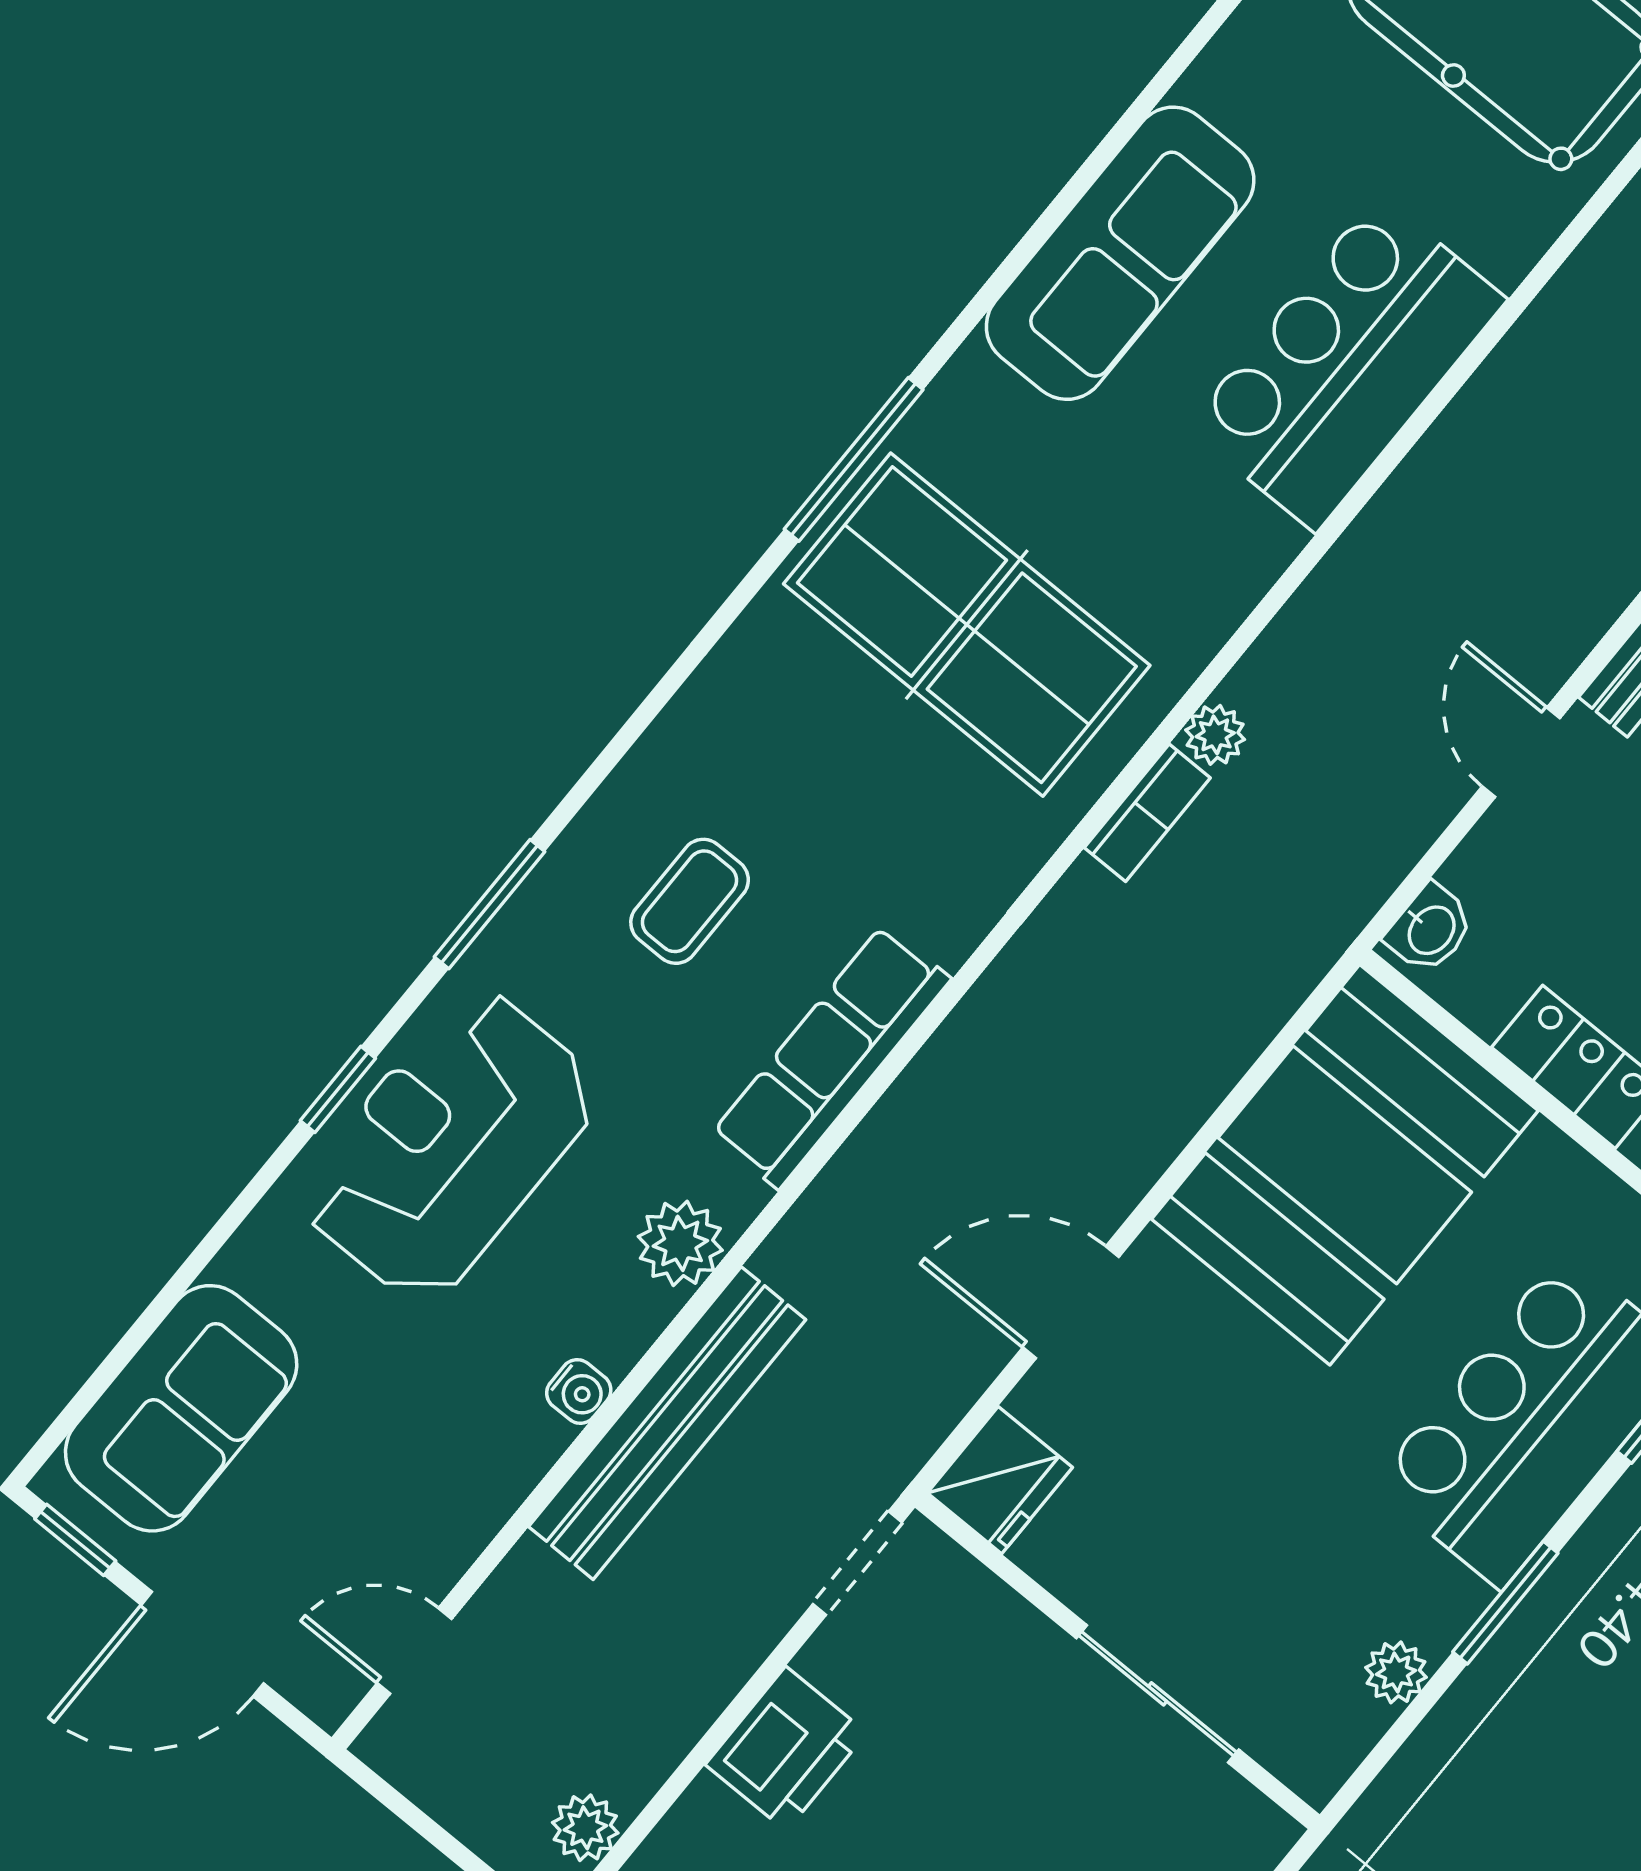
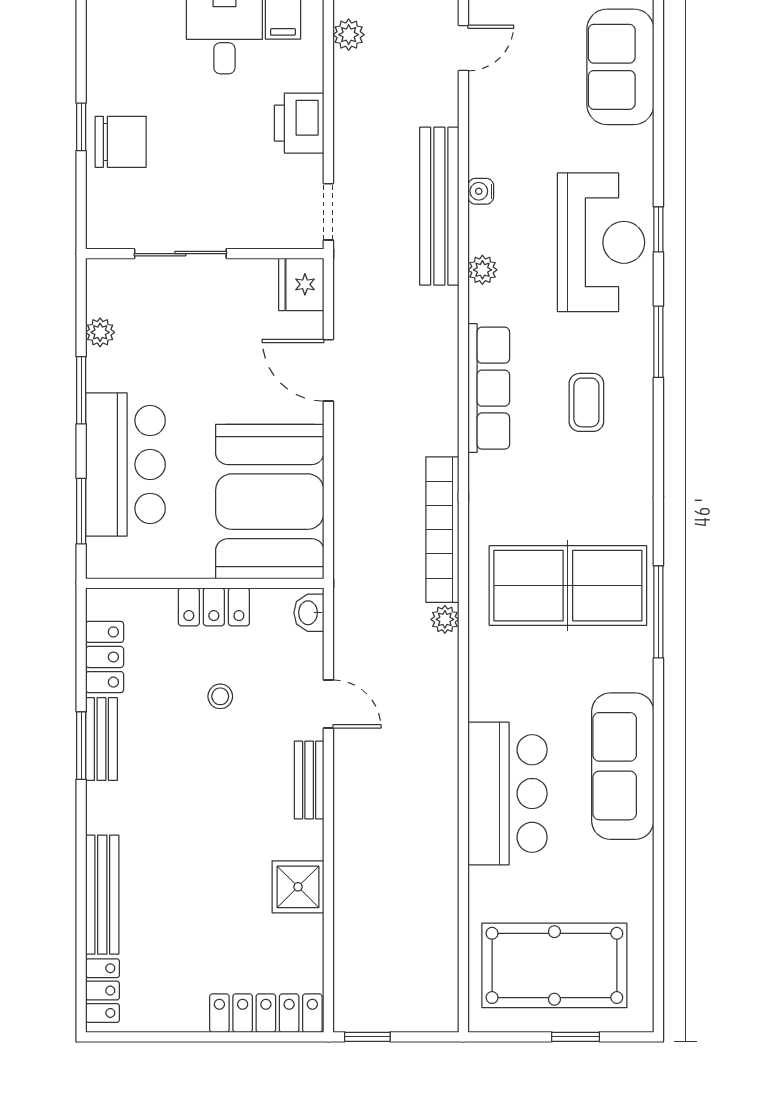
bookcase: (1147, 813) -> (442, 530), width x2.31, depth x1.31
plant: (680, 1243) -> (482, 270), width x0.73, depth x0.73
door: (1071, 1302) -> (328, 370), swing flipped

